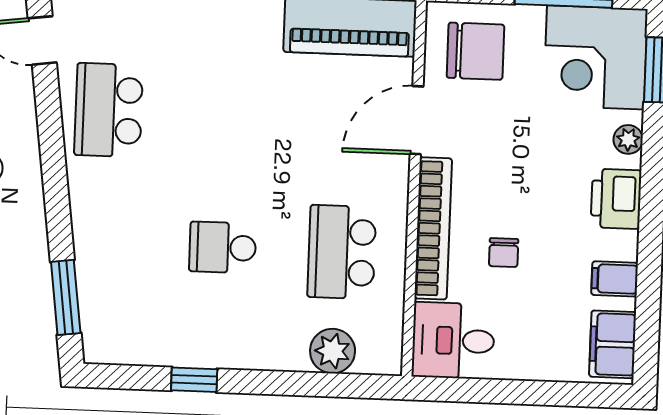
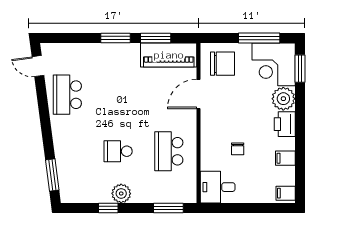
plant: (628, 139) -> (283, 99), width x1.87, depth x1.87
bookcase: (433, 228) -> (207, 140), removed
filing cabinet: (613, 344) -> (286, 193), width x0.50
plant: (333, 351) -> (121, 193), moved
window: (336, 385) -> (168, 208), added

